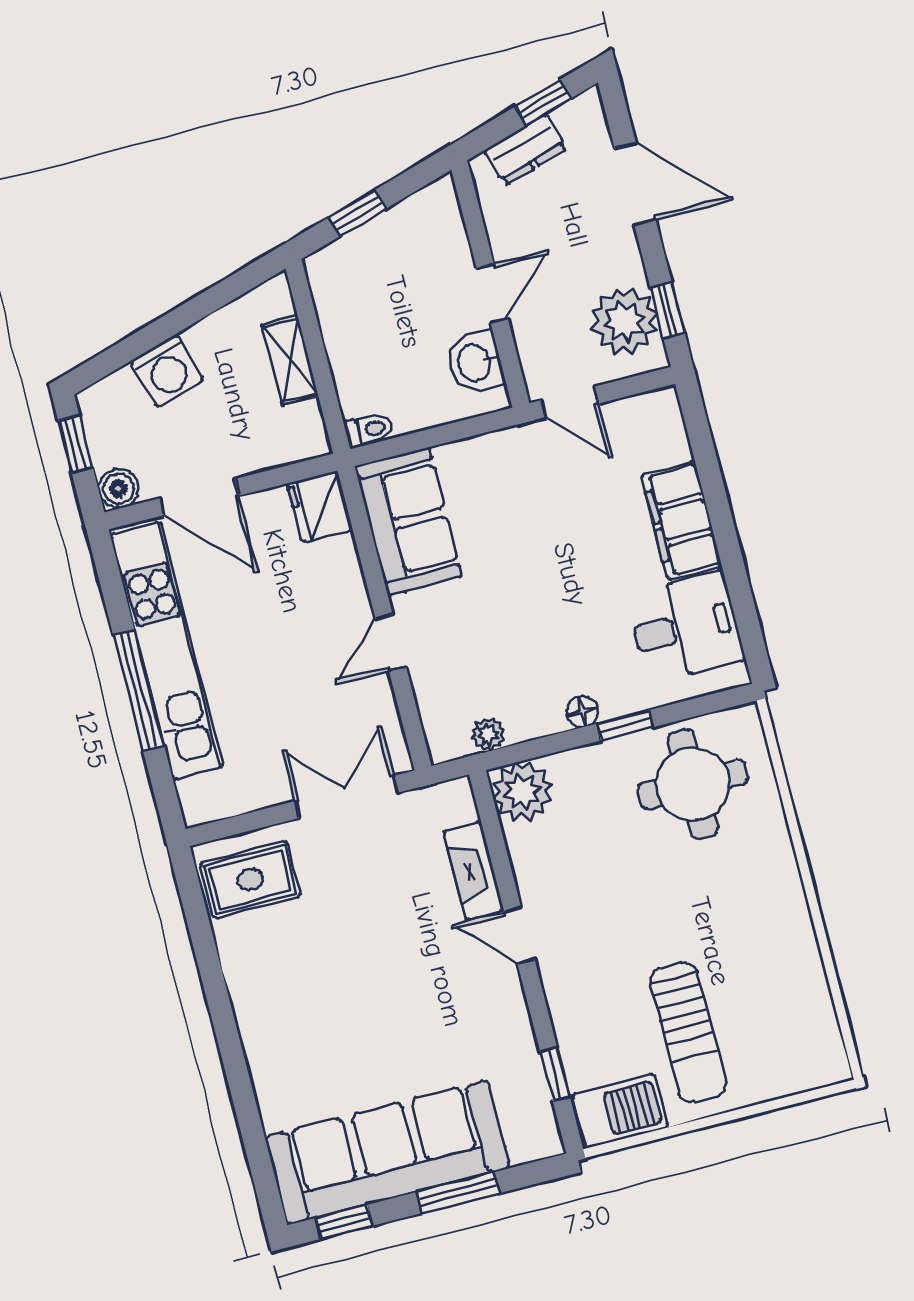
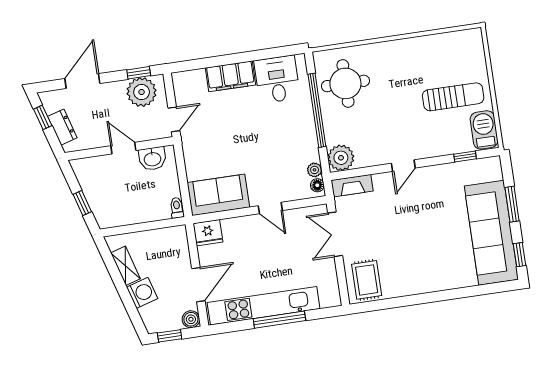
shelving: (290, 360) -> (125, 266), moved, turned 74
floor lamp: (582, 711) -> (317, 185), moved
window: (625, 725) -> (317, 110), width x3.17
fireplace: (474, 871) -> (352, 186), moved

